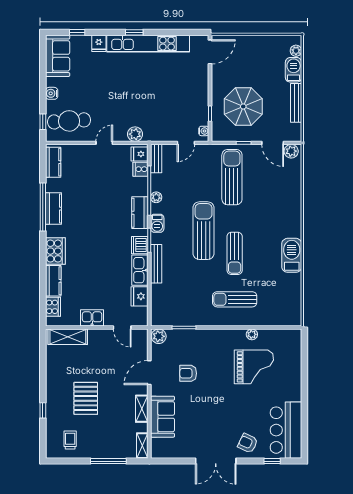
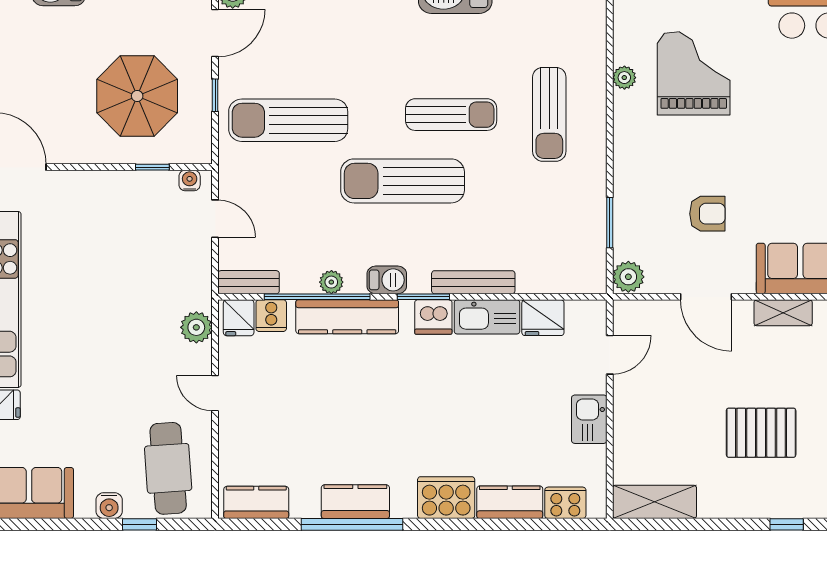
window: (43, 122) -> (139, 524), moved
kitchen counter: (140, 213) -> (347, 317), width x1.50
shelving: (68, 337) -> (655, 502), moved, turned 90
armchair: (188, 373) -> (707, 214), turned -90

